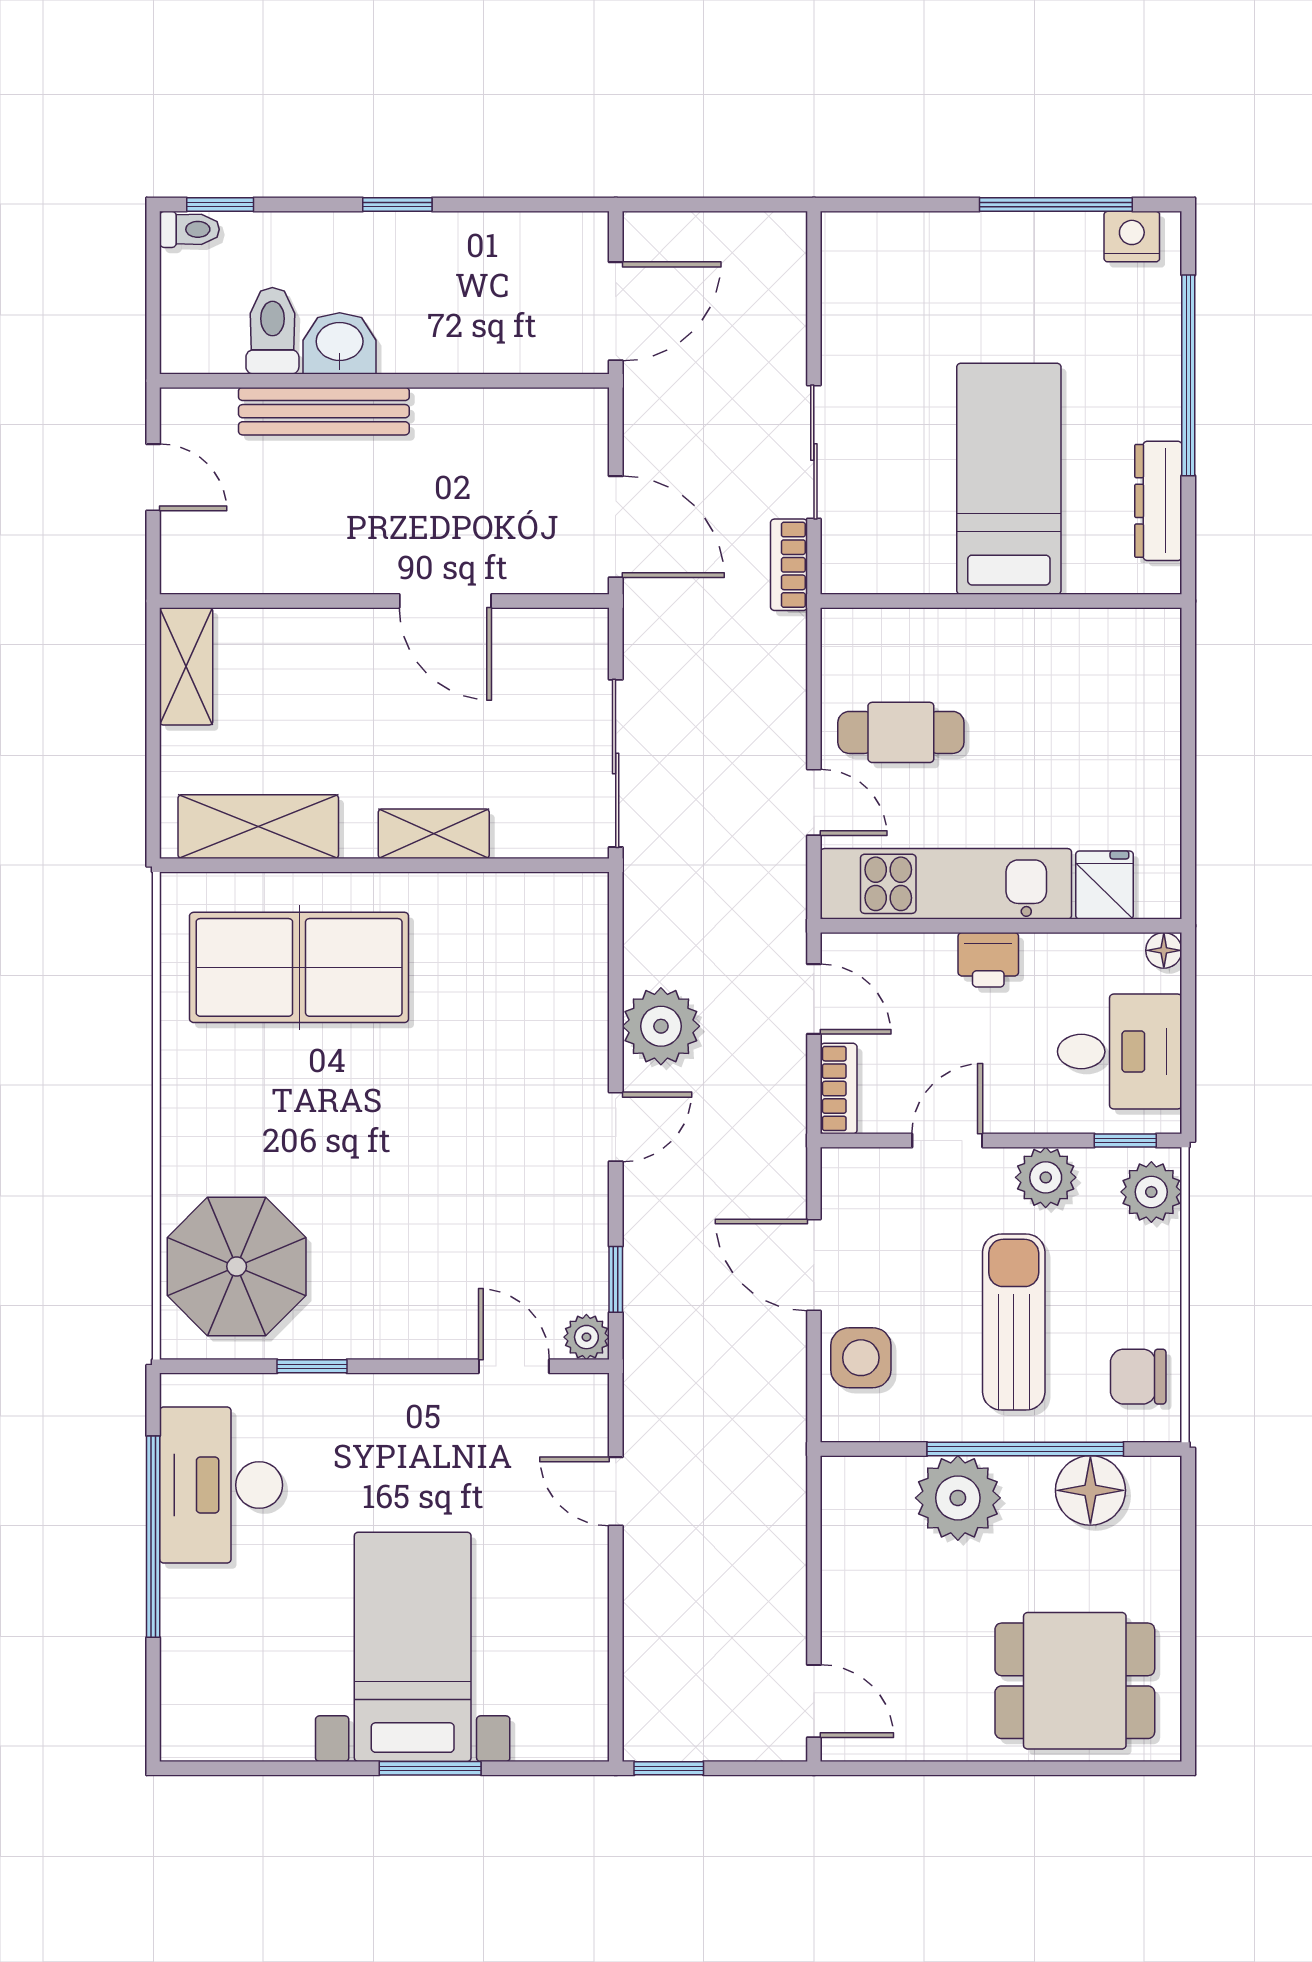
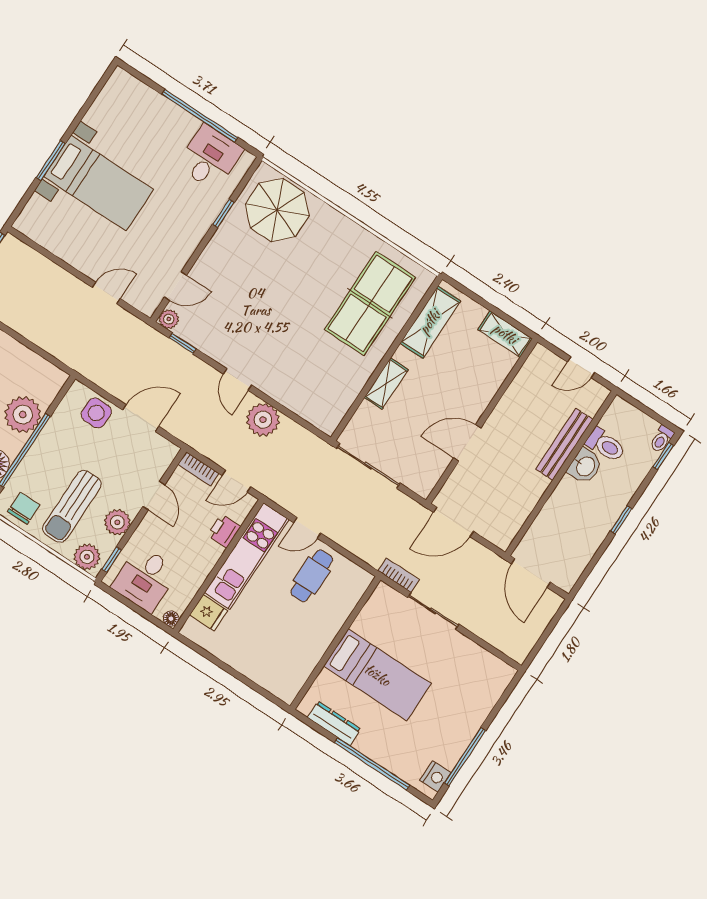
printer: (988, 960) -> (224, 531), moved
sun lounger: (1014, 1322) -> (72, 506), moved, turned 90
desk: (221, 1485) -> (210, 158), width x0.73

